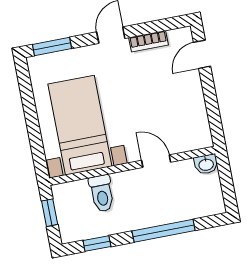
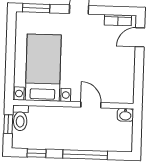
bookcase: (148, 41) -> (118, 20), moved
toilet: (102, 193) -> (20, 118), moved

